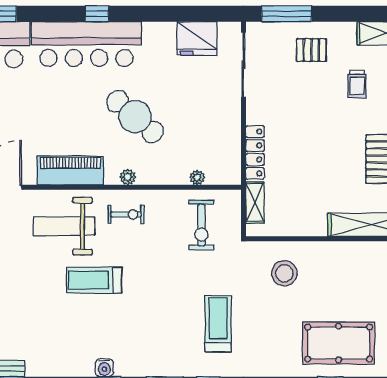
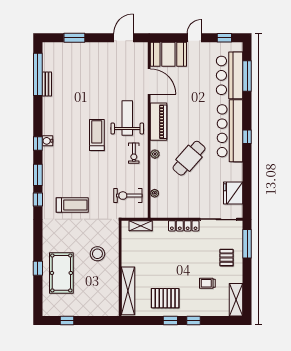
locker: (255, 152) -> (184, 226), moved
stool: (284, 273) -> (97, 254), moved

